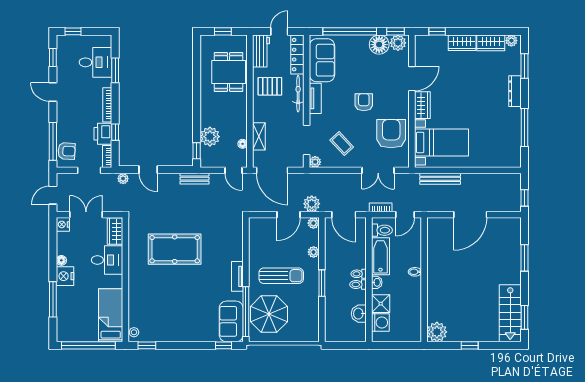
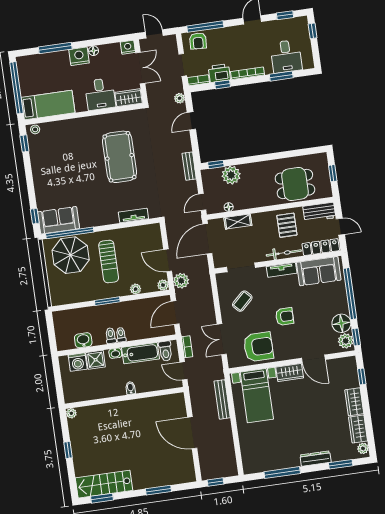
plant: (315, 162) -> (221, 278), removed
tv unit: (237, 276) -> (133, 215), moved
plant: (437, 332) -> (71, 413), width x0.53, depth x0.53

